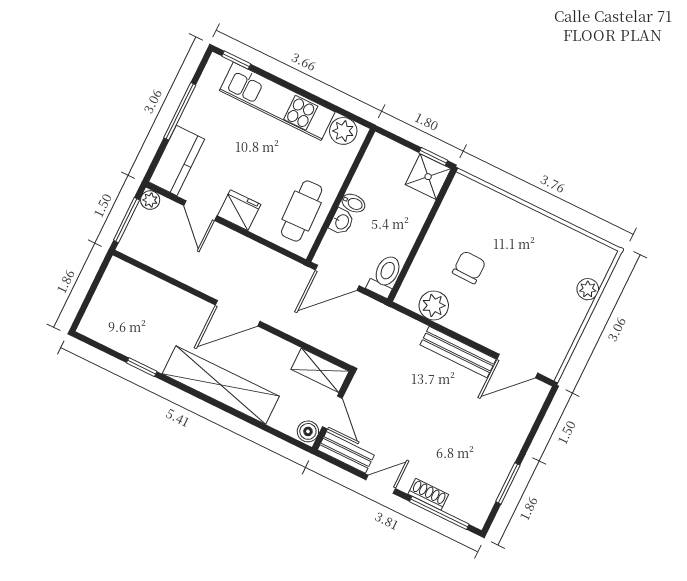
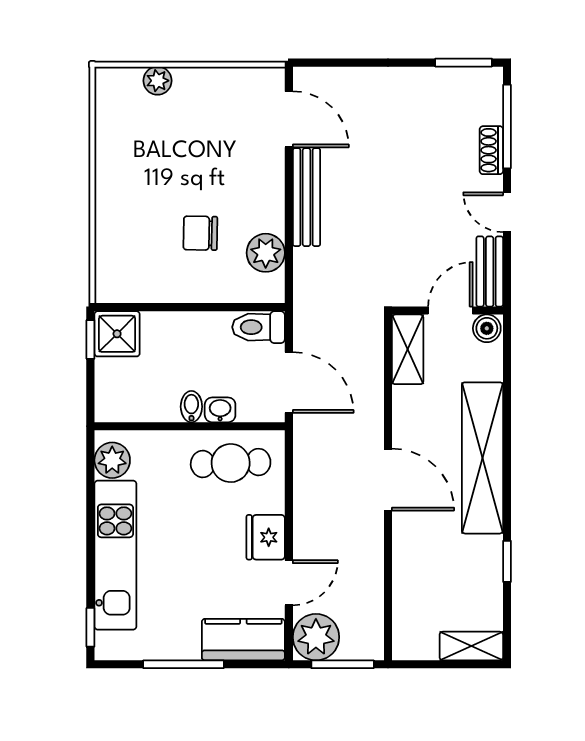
plant: (150, 200) -> (316, 637), width x1.88, depth x1.88
shelving: (96, 314) -> (471, 646), added
window: (508, 483) -> (464, 63), moved

